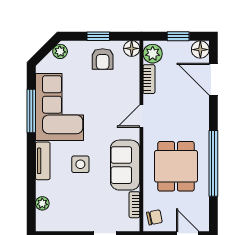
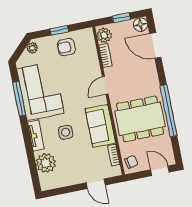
floor lamp: (132, 48) -> (87, 34), removed
armchair: (103, 59) -> (66, 47), turned 90
dining table: (176, 166) -> (140, 119), width x1.38
plant: (42, 203) -> (46, 163), width x1.88, depth x1.88

